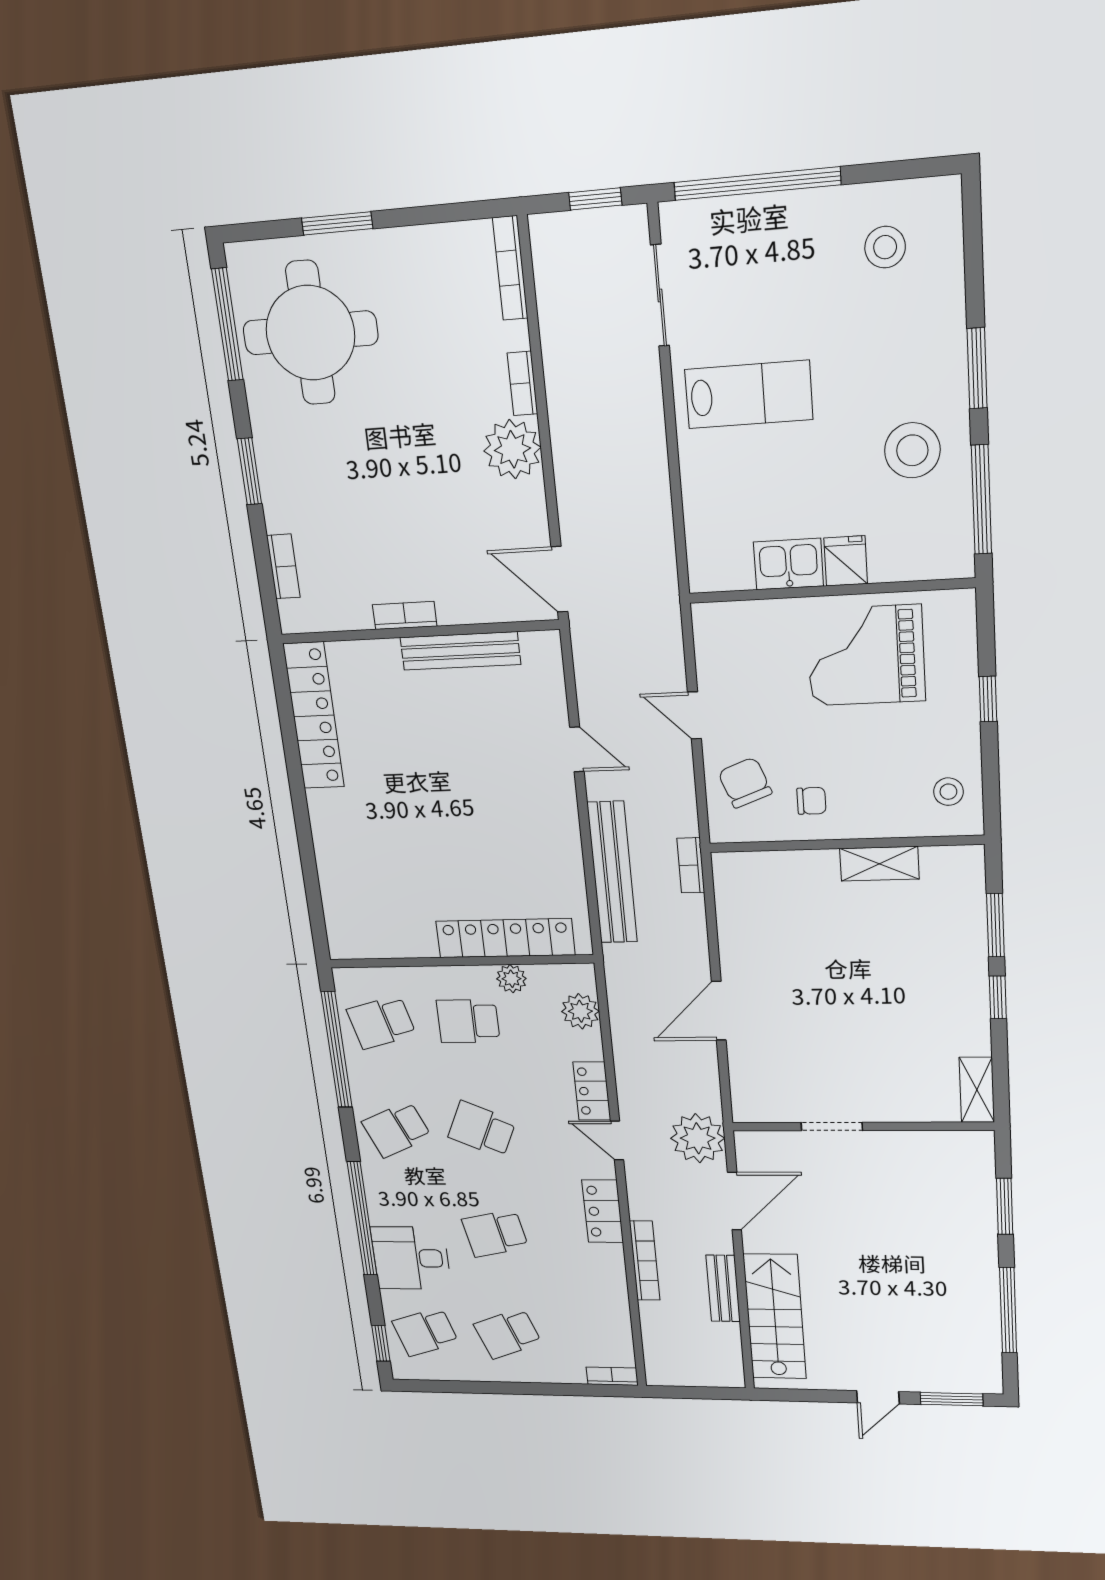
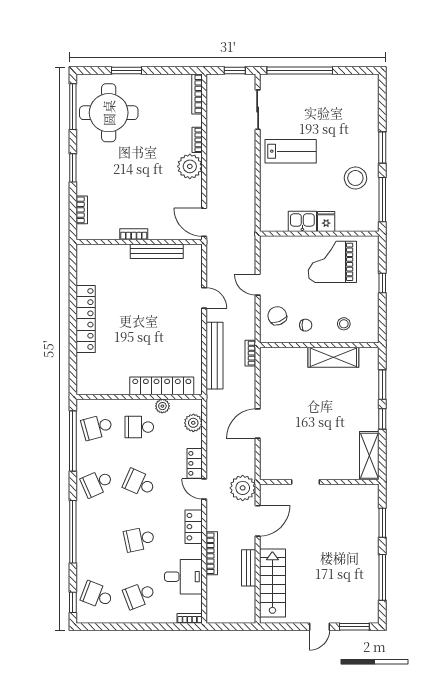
stool: (885, 247) -> (348, 99), removed
locker: (314, 716) -> (86, 319), moved
stool: (948, 792) -> (344, 324), moved
shelving: (879, 864) -> (333, 357), width x1.50, depth x1.33
shelving: (977, 1090) -> (369, 456), width x1.50, depth x1.33
desk: (411, 1258) -> (183, 577), moved, turned 180
school desk: (425, 1332) -> (97, 595), turned 39

